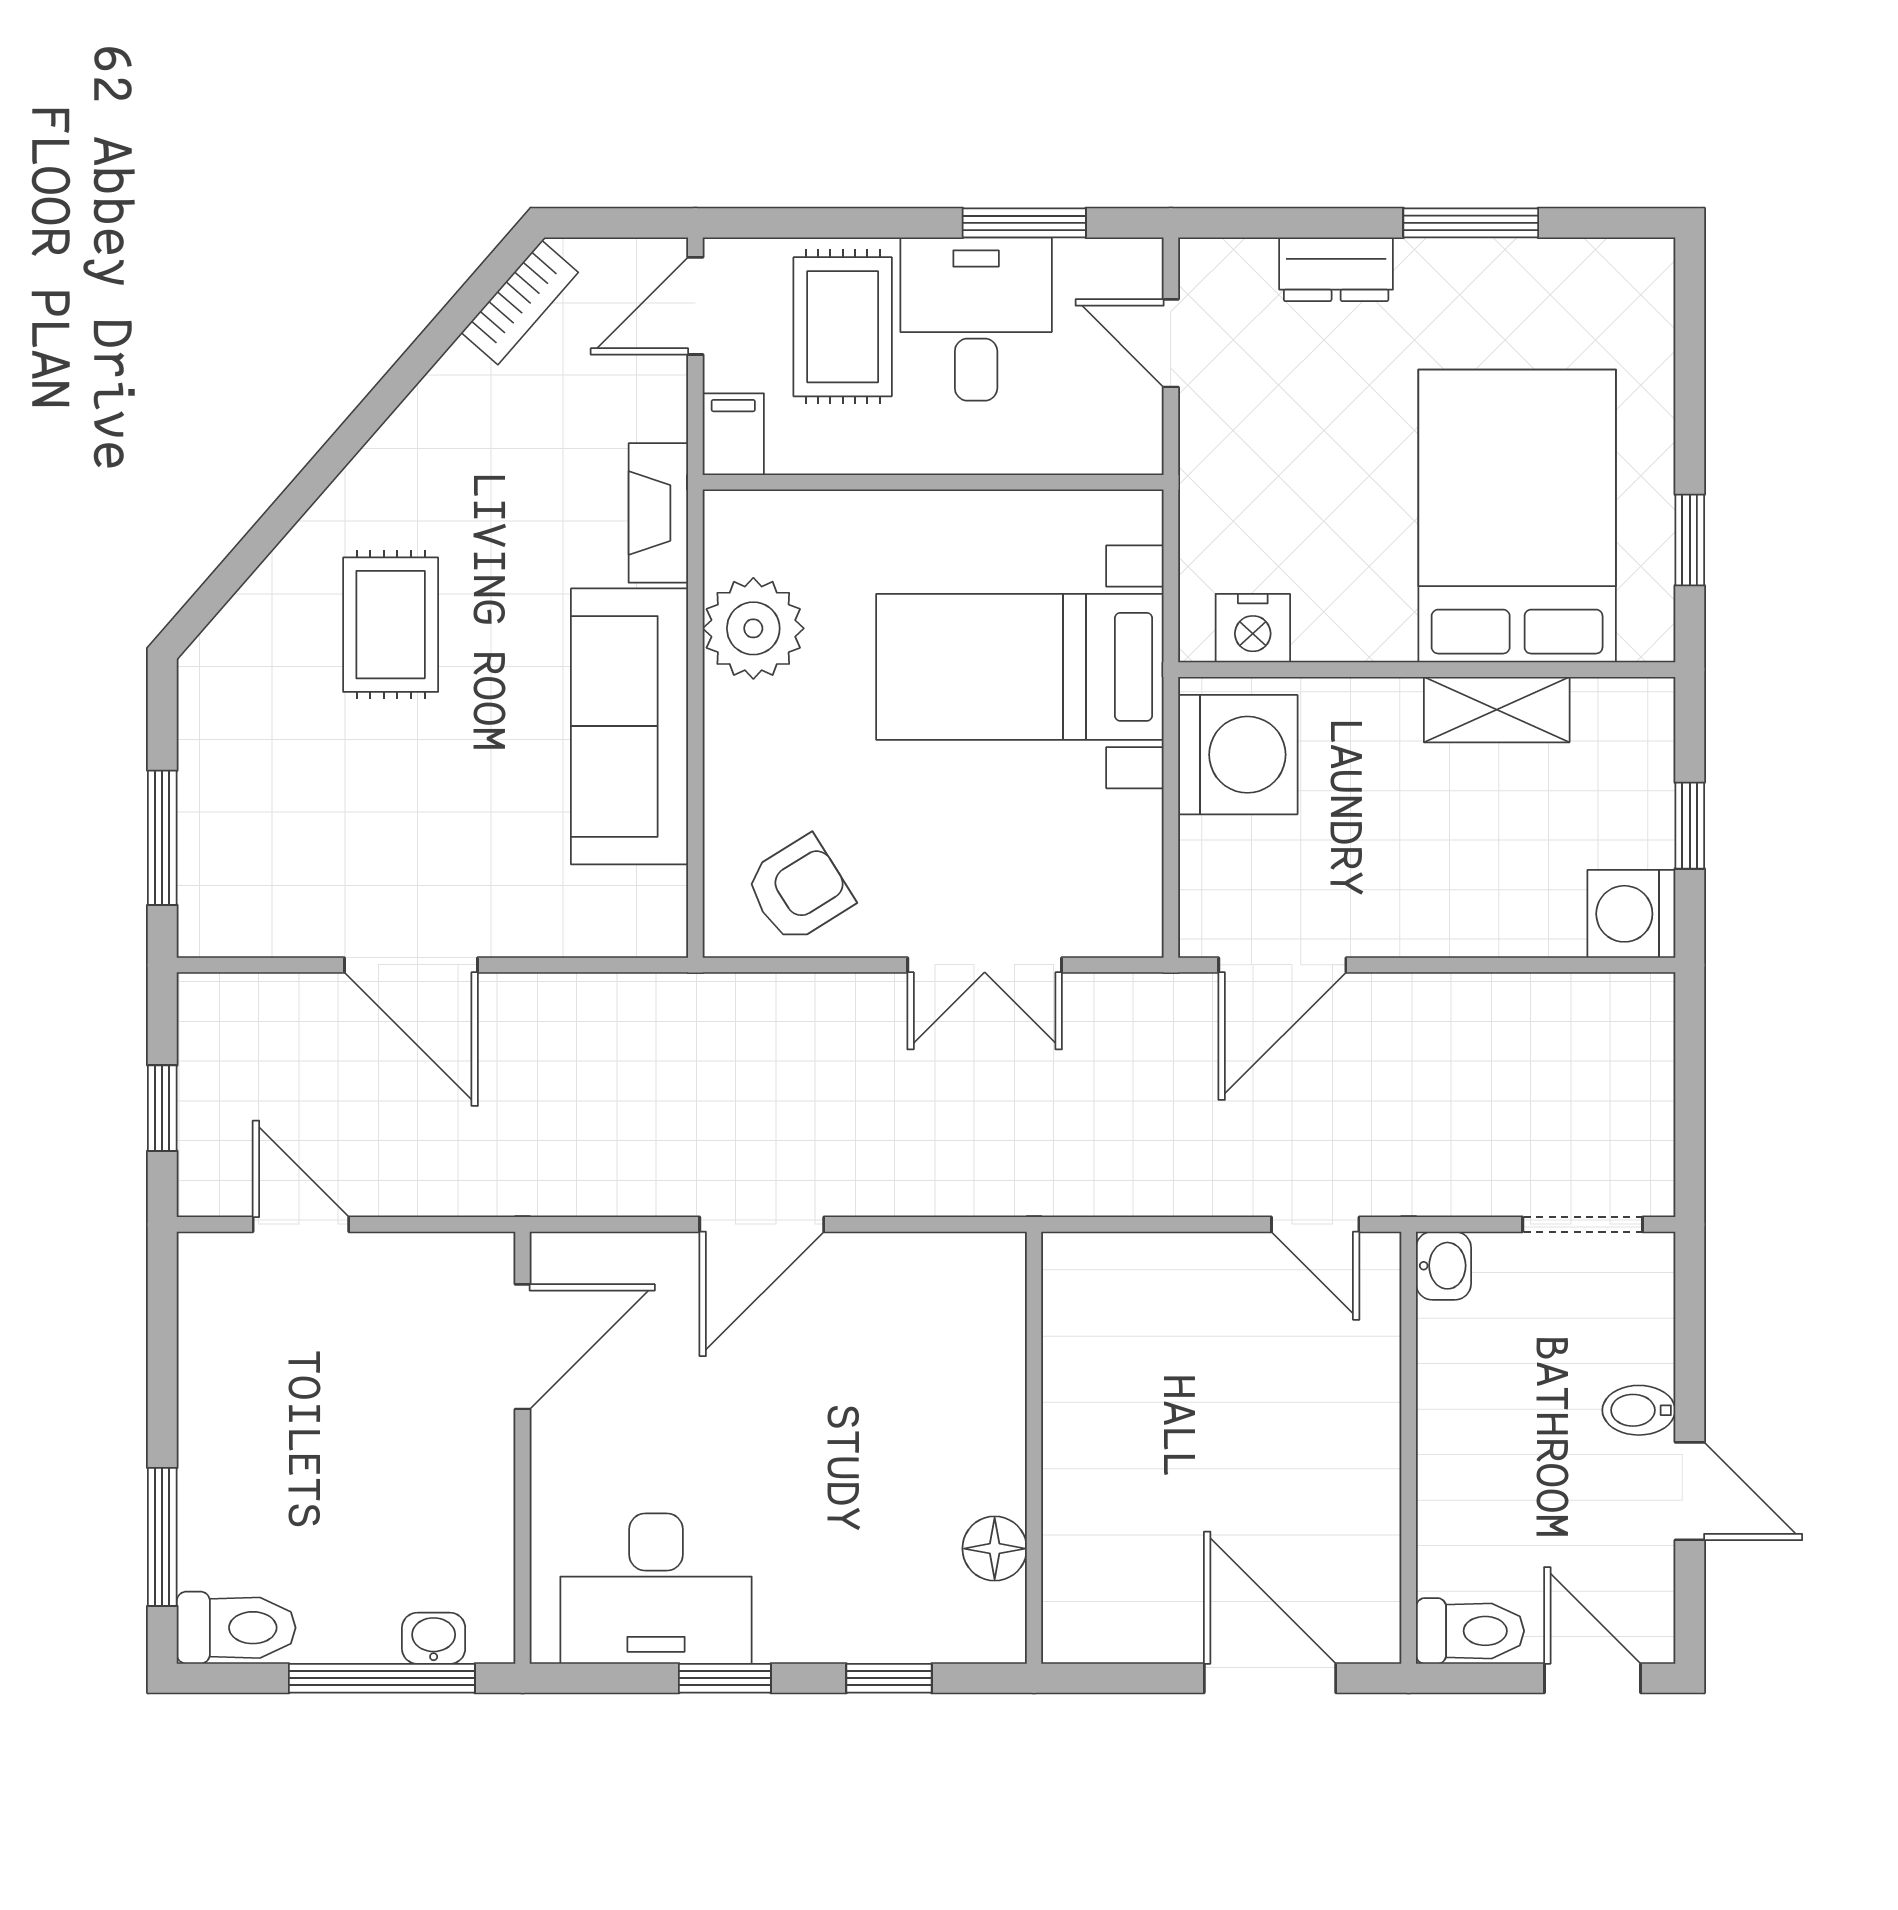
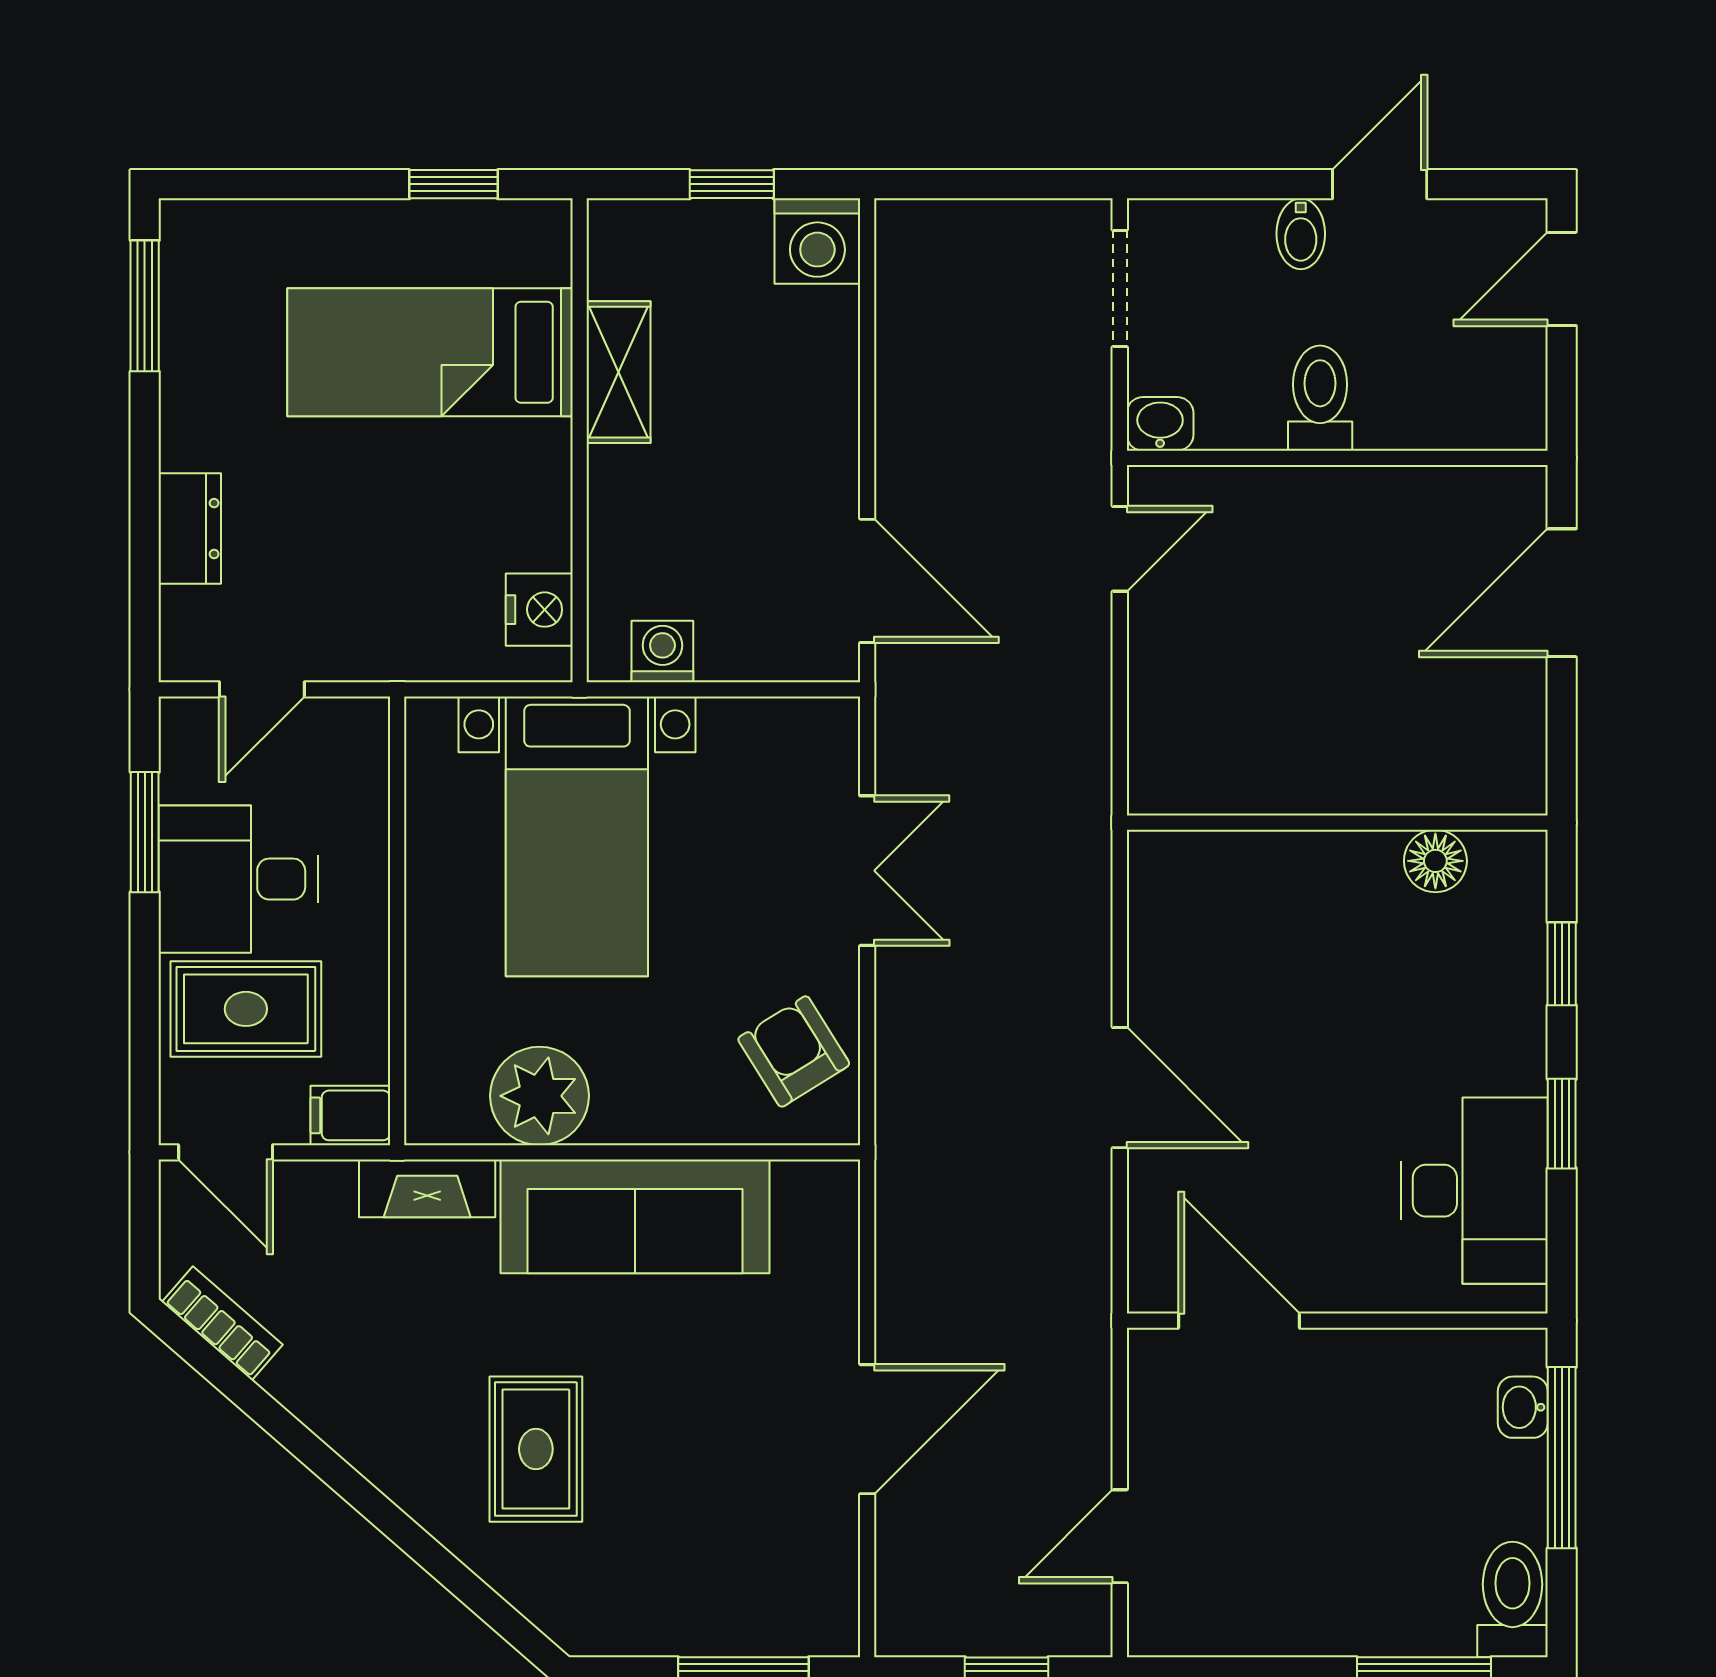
window: (1471, 223) -> (145, 306), moved
bed: (1517, 516) -> (430, 352), width x0.67
rug: (391, 625) -> (536, 1449), turned 90
washing machine: (1238, 755) -> (662, 652), width x0.53, depth x0.53
toilet: (1470, 1631) -> (1320, 398), moved

